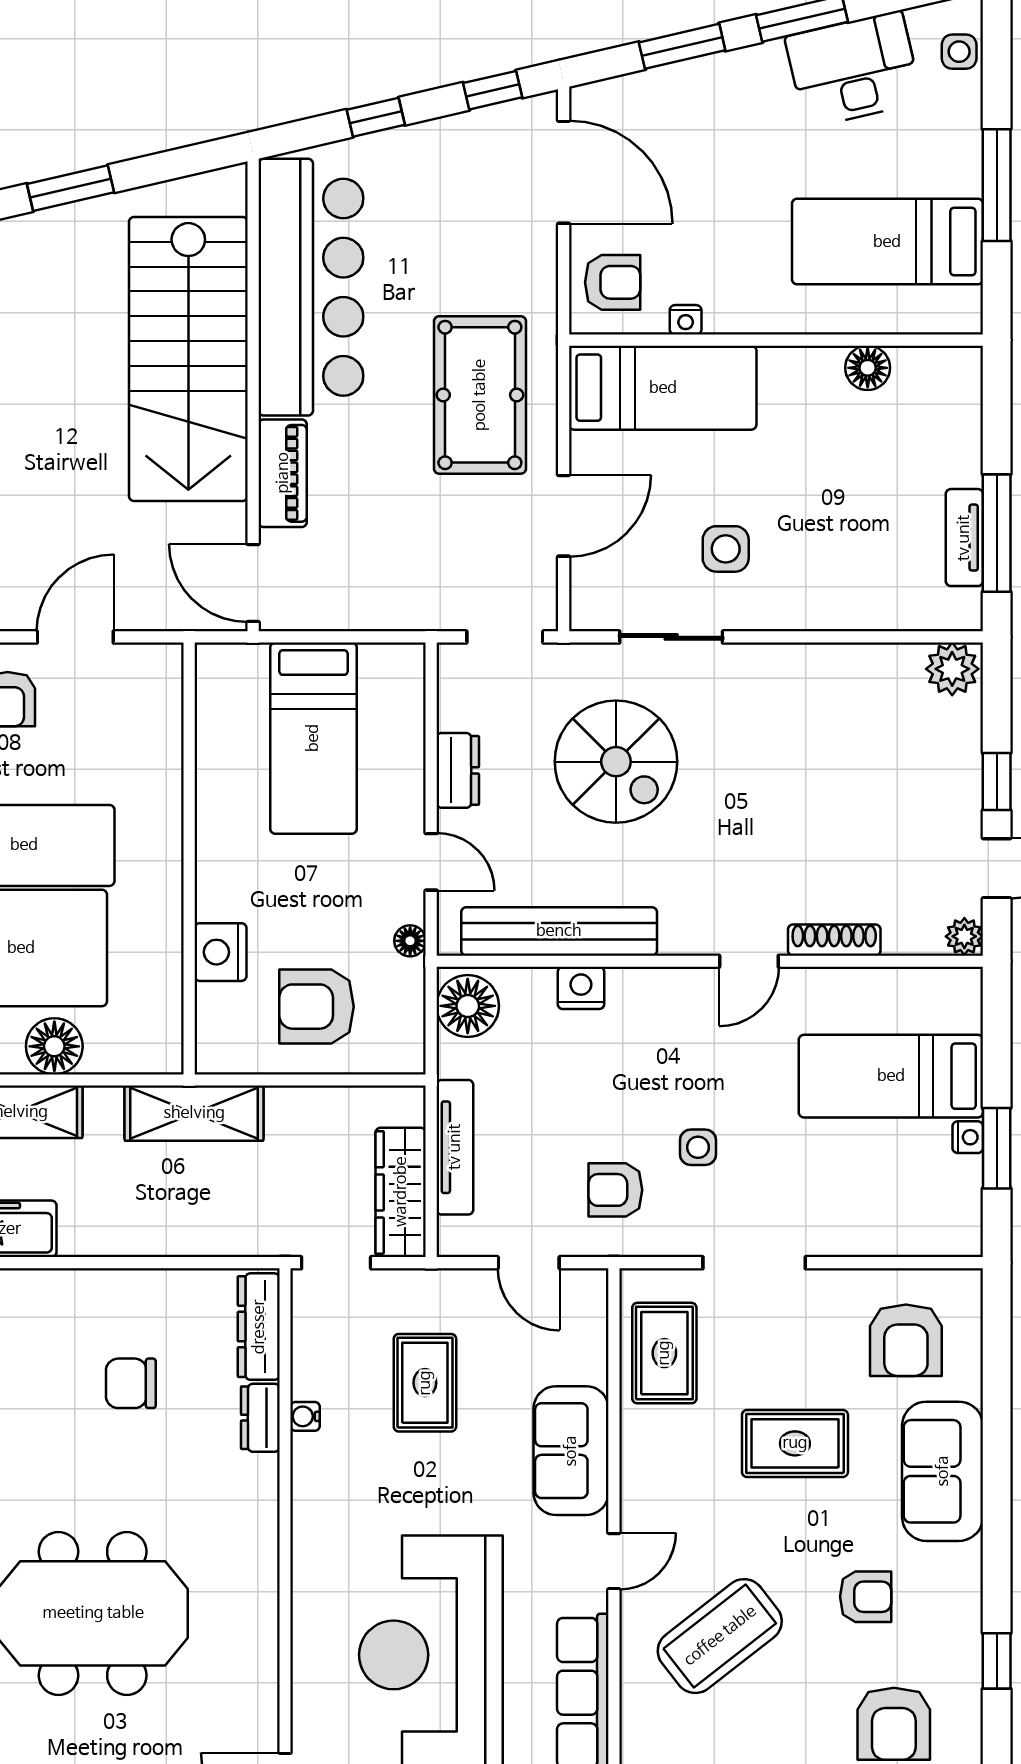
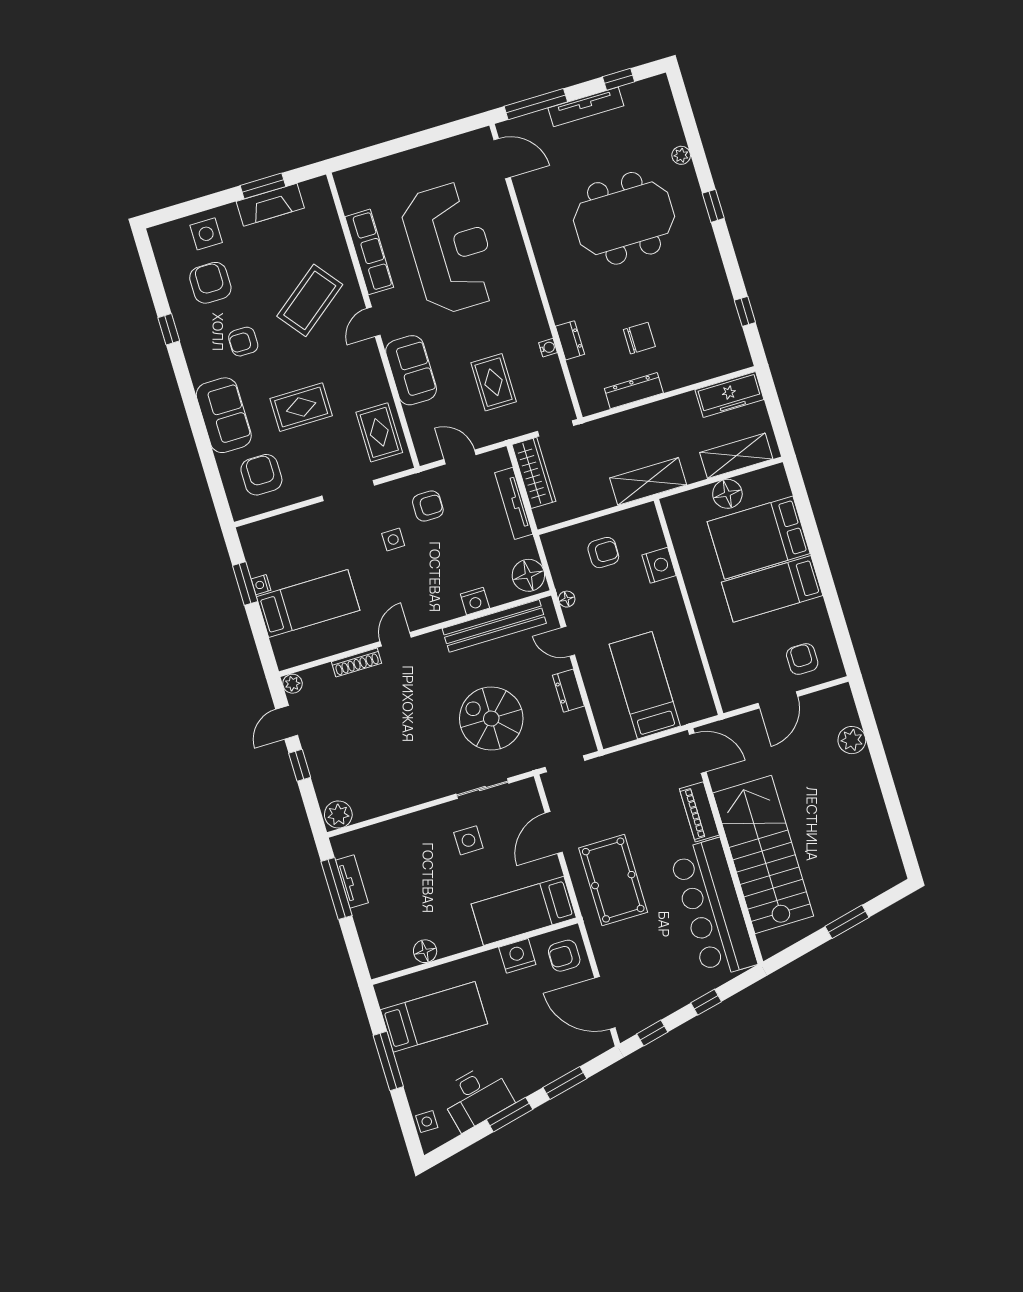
nightstand: (686, 320) -> (517, 956), width x1.89, depth x1.79
armchair: (316, 1007) -> (603, 553), width x0.72, depth x0.72
dresser: (259, 1327) -> (634, 391), moved, turned -90

